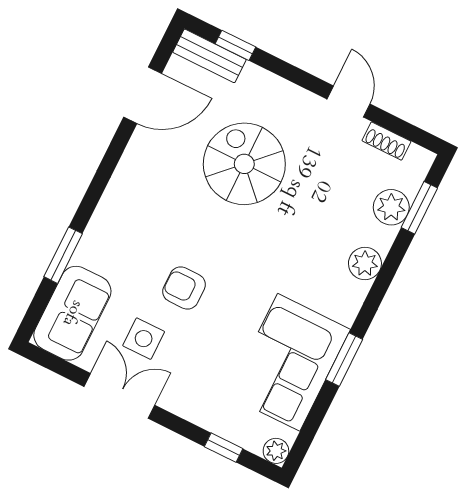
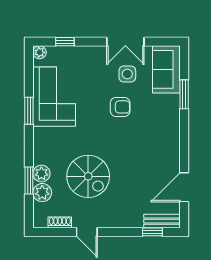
spiral stairs: (244, 164) -> (88, 176), moved
window: (419, 208) -> (29, 180), moved
plant: (365, 263) -> (41, 174), moved

